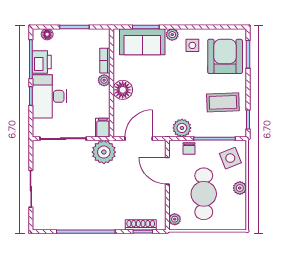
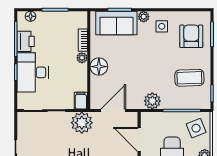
armchair: (225, 56) -> (191, 36), width x0.73, depth x0.73
chair: (189, 149) -> (159, 120), removed

